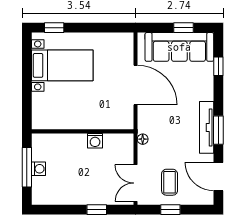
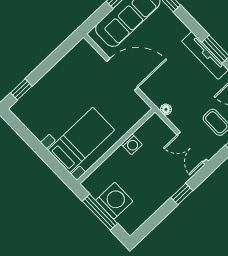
bed with nightstands: (62, 65) -> (81, 140), moved
washing machine: (38, 169) -> (114, 201), width x1.89, depth x1.89

